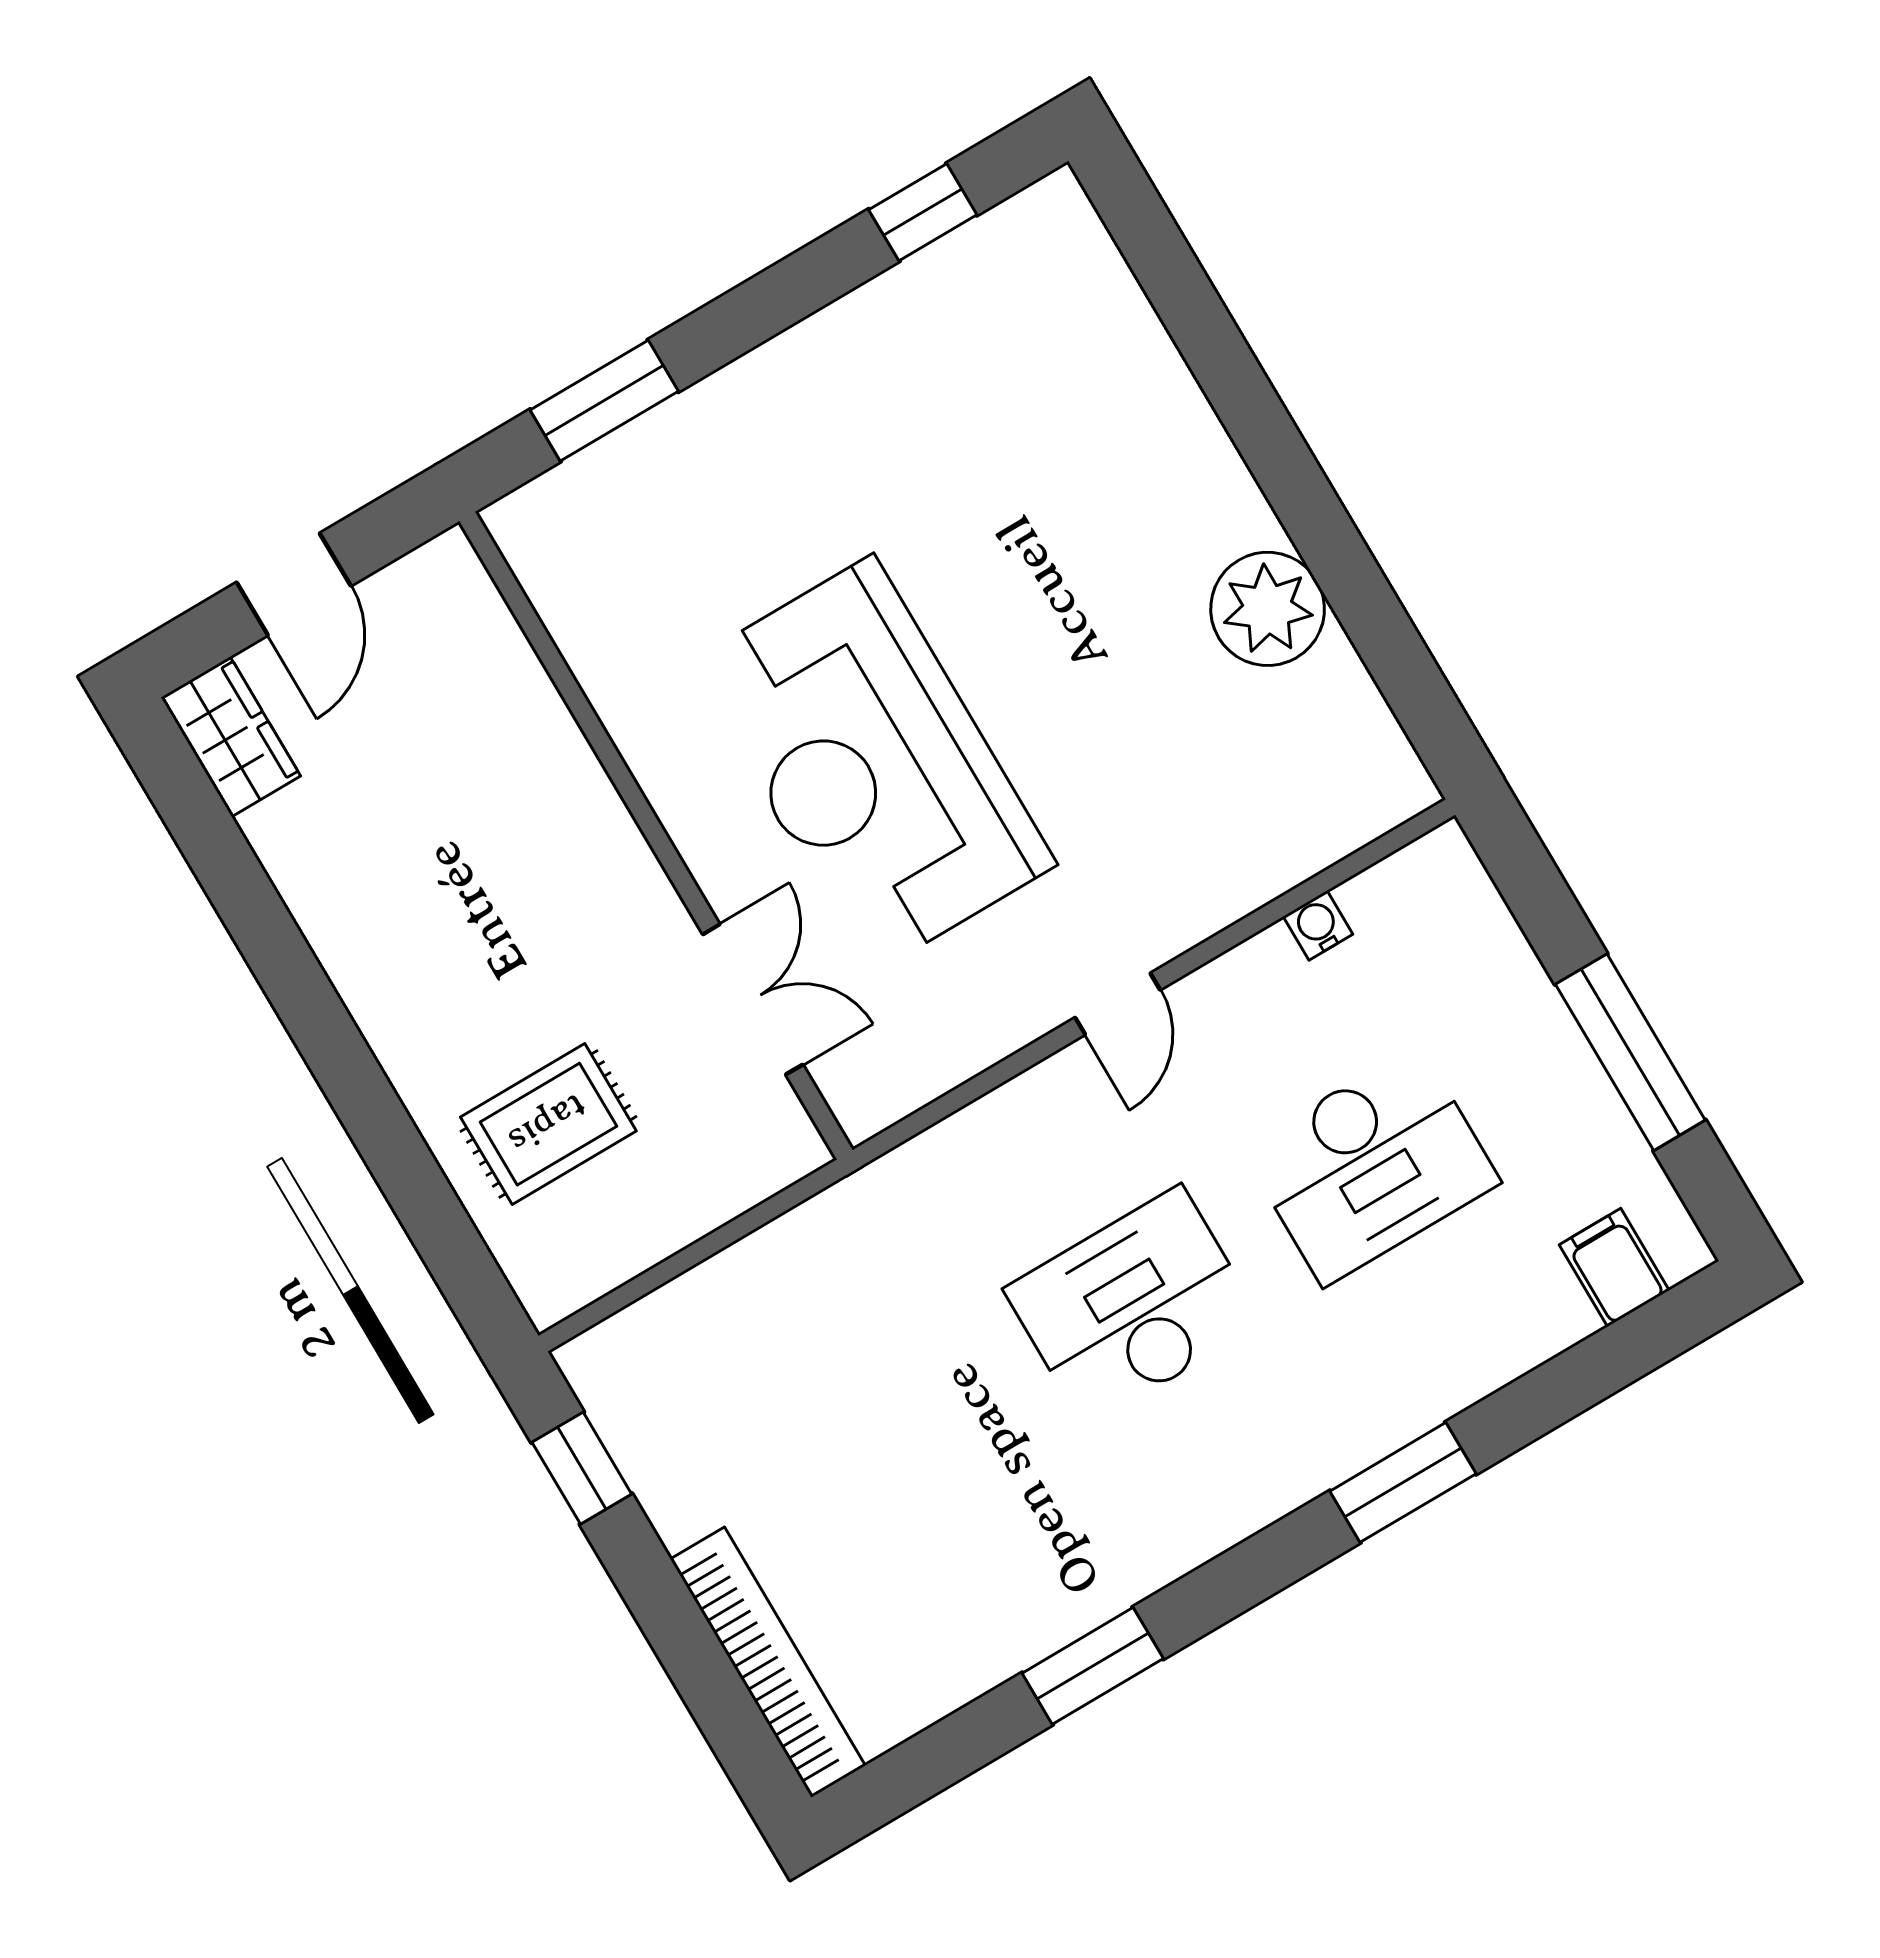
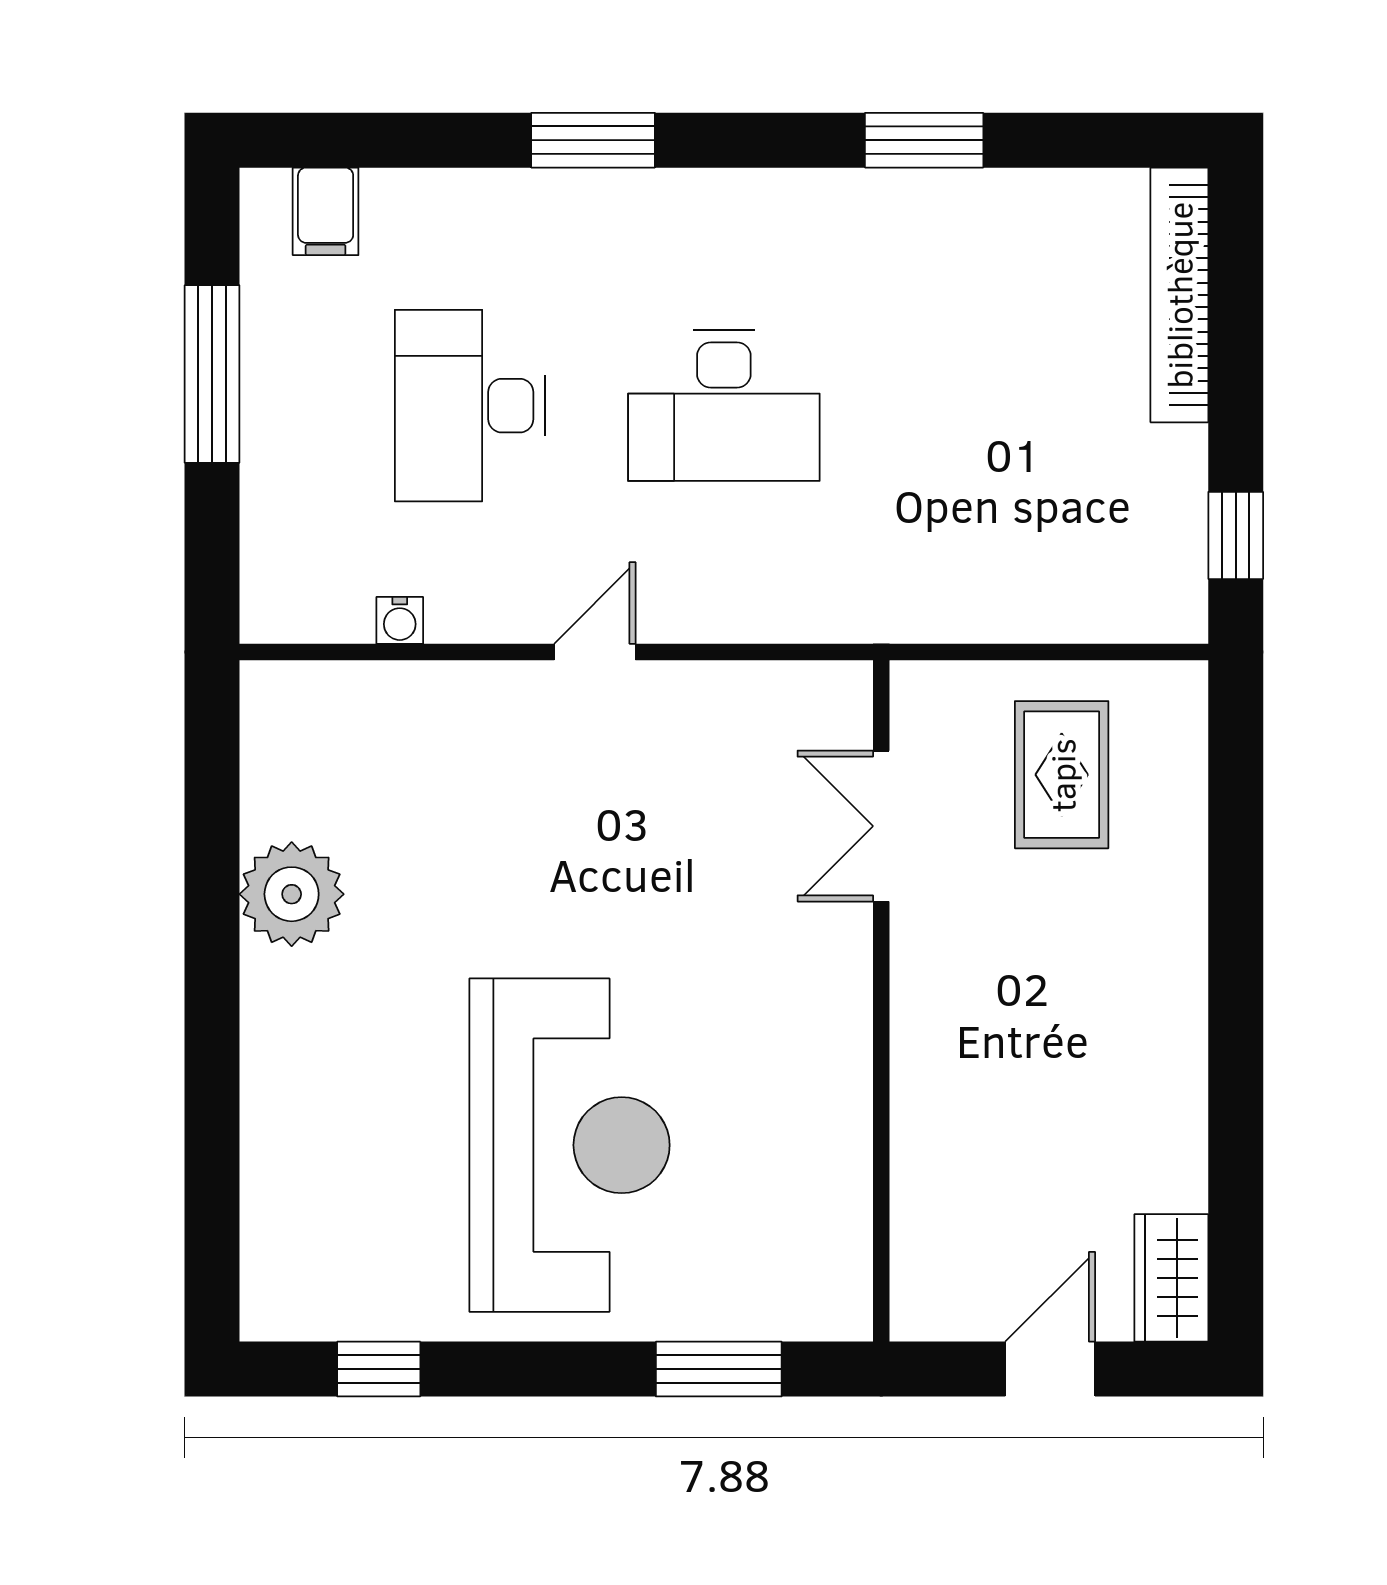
reception desk: (872, 764) -> (569, 1145), moved
rug: (548, 1124) -> (1062, 775), moved, turned 90
desk: (1371, 1166) -> (470, 406), turned -90

